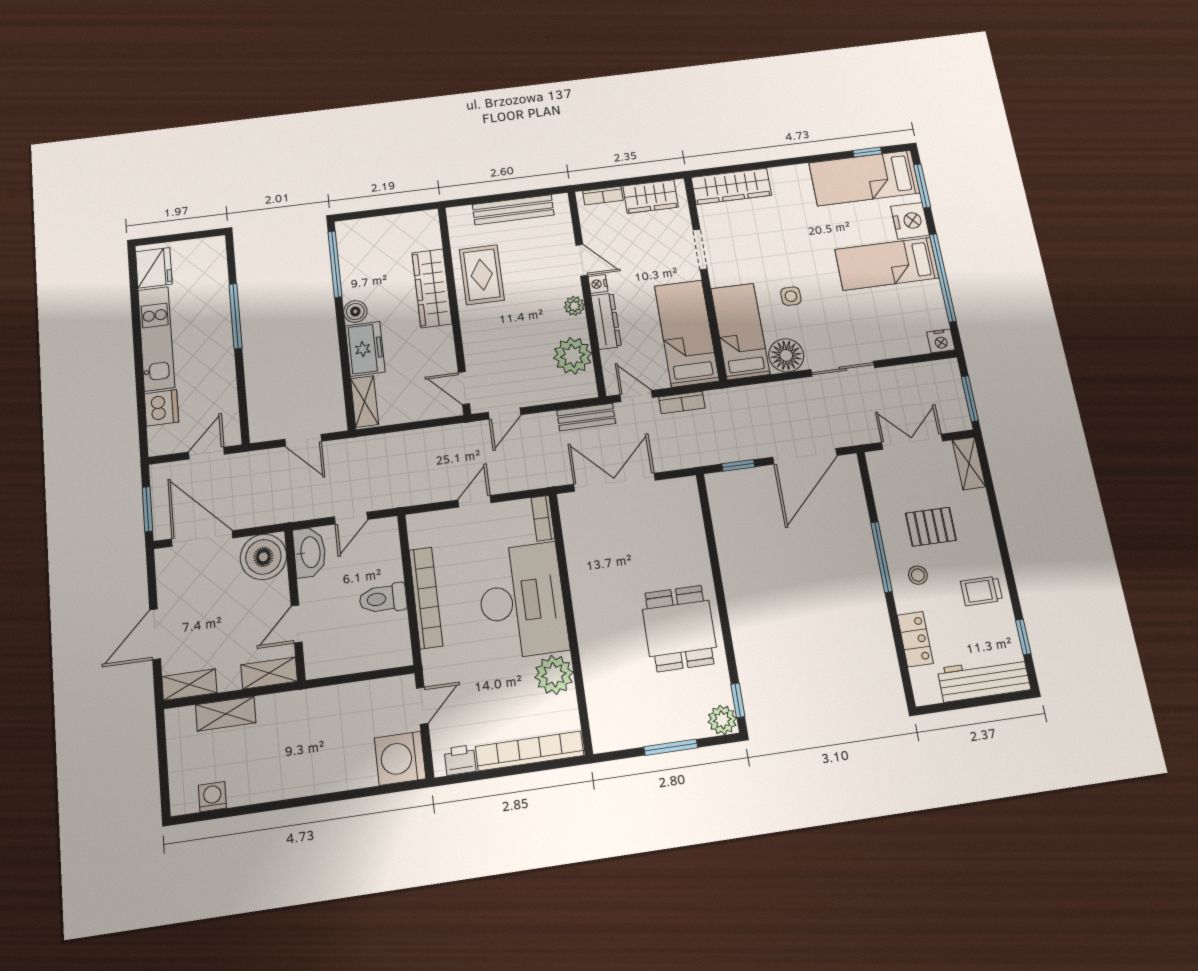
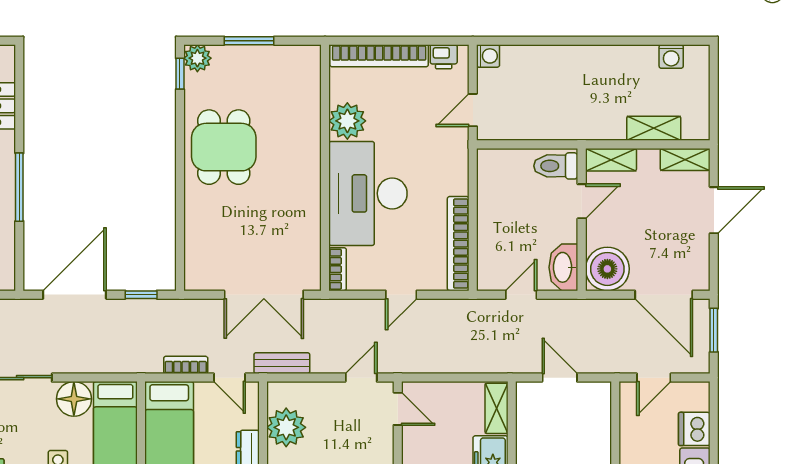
bookcase: (426, 598) -> (458, 244), moved
toilet: (383, 599) -> (556, 166), moved, turned 180
washing machine: (400, 758) -> (488, 56), width x0.53, depth x0.53

